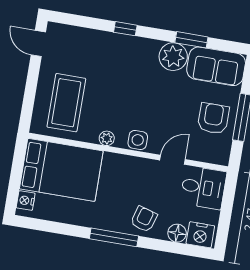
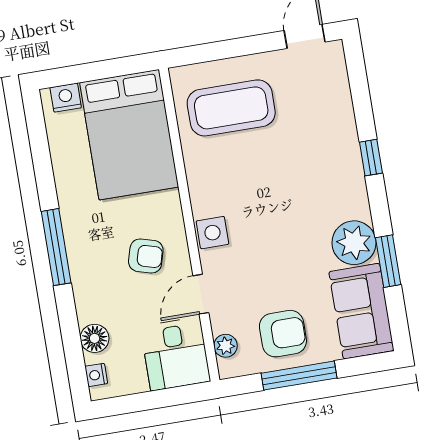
plant: (107, 138) -> (226, 346), moved
door: (172, 160) -> (201, 294), swing flipped
armchair: (144, 219) -> (146, 256), moved
nightstand: (200, 235) -> (96, 375), width x0.53, depth x0.56

